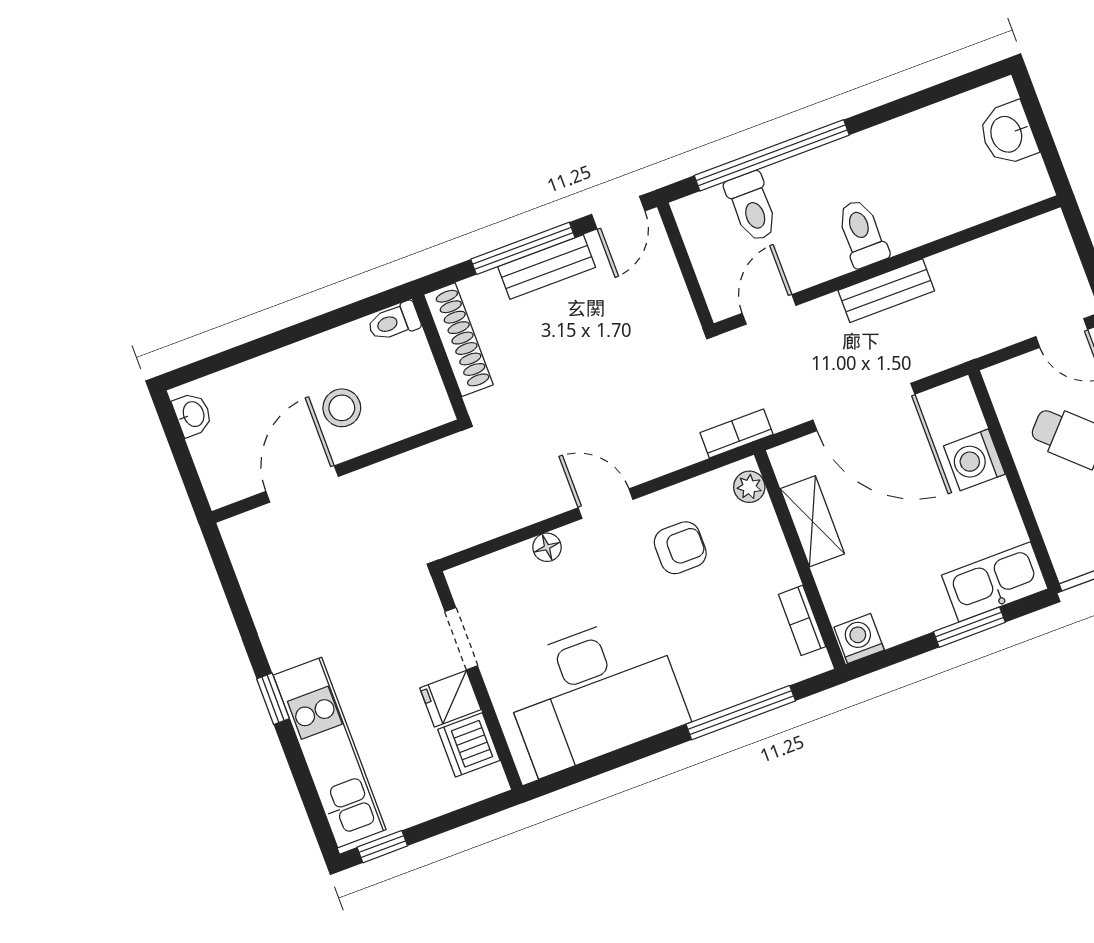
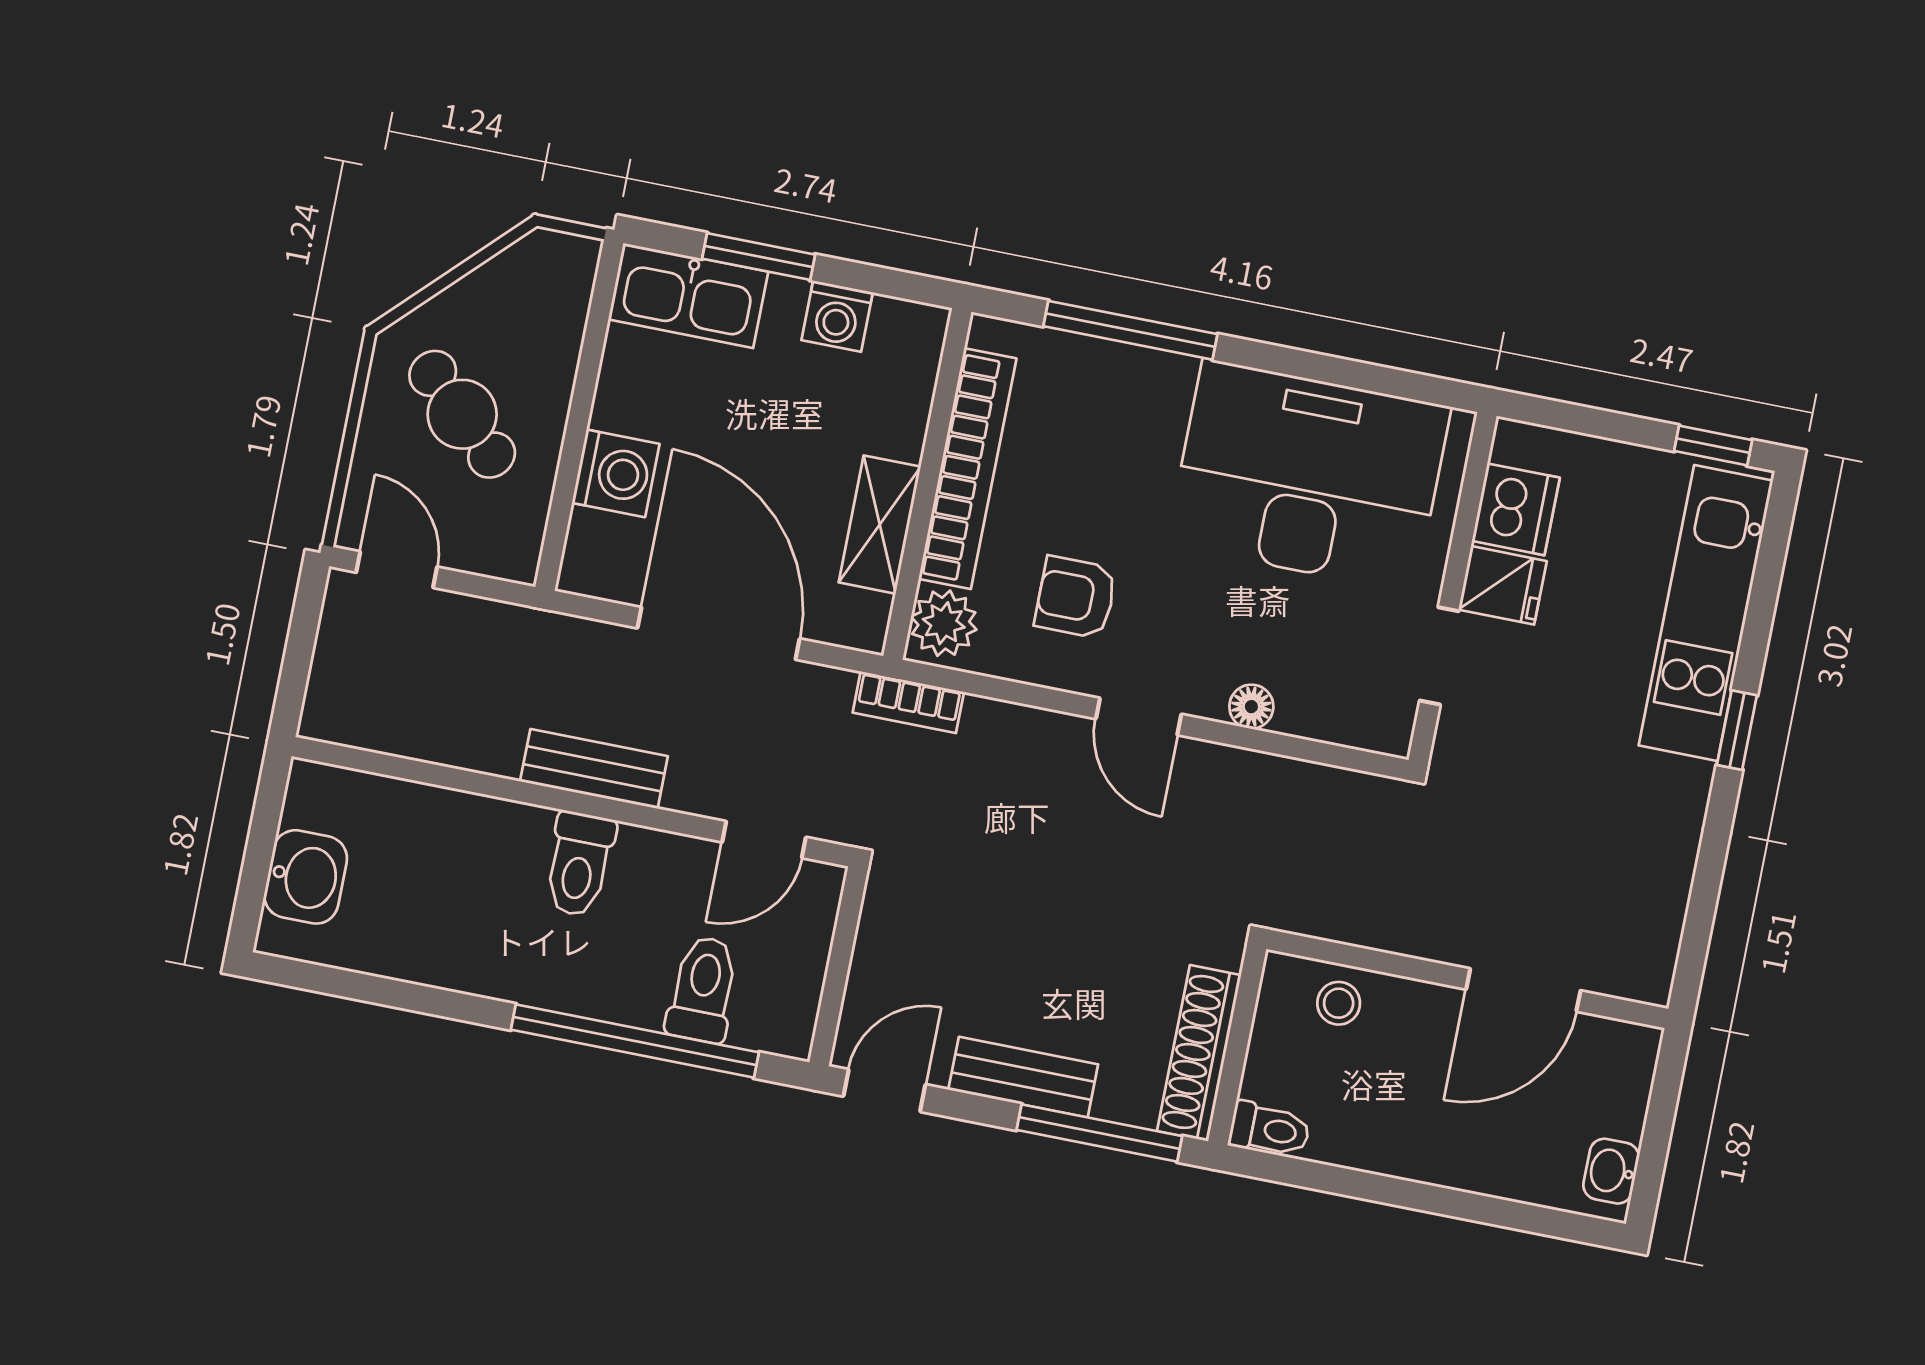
window: (523, 248) -> (1099, 1133), moved
stool: (342, 408) -> (1339, 1003), moved, width x0.73, depth x0.73
plant: (749, 487) -> (944, 623), width x1.38, depth x1.38
bookcase: (802, 620) -> (967, 469), width x2.31, depth x1.31
washing machine: (859, 639) -> (837, 316), moved

